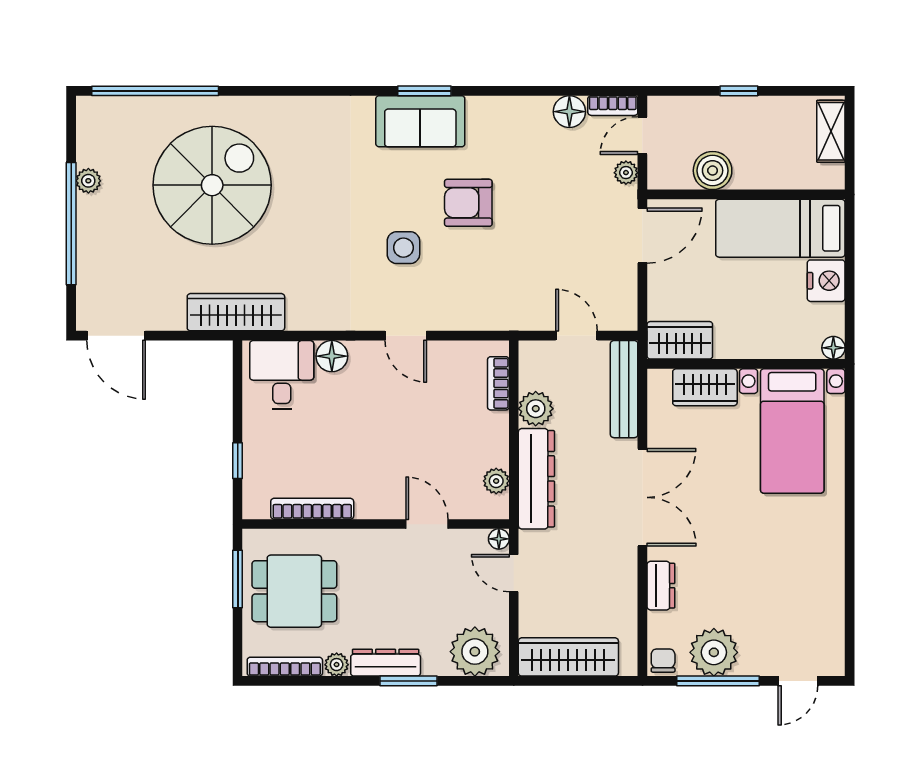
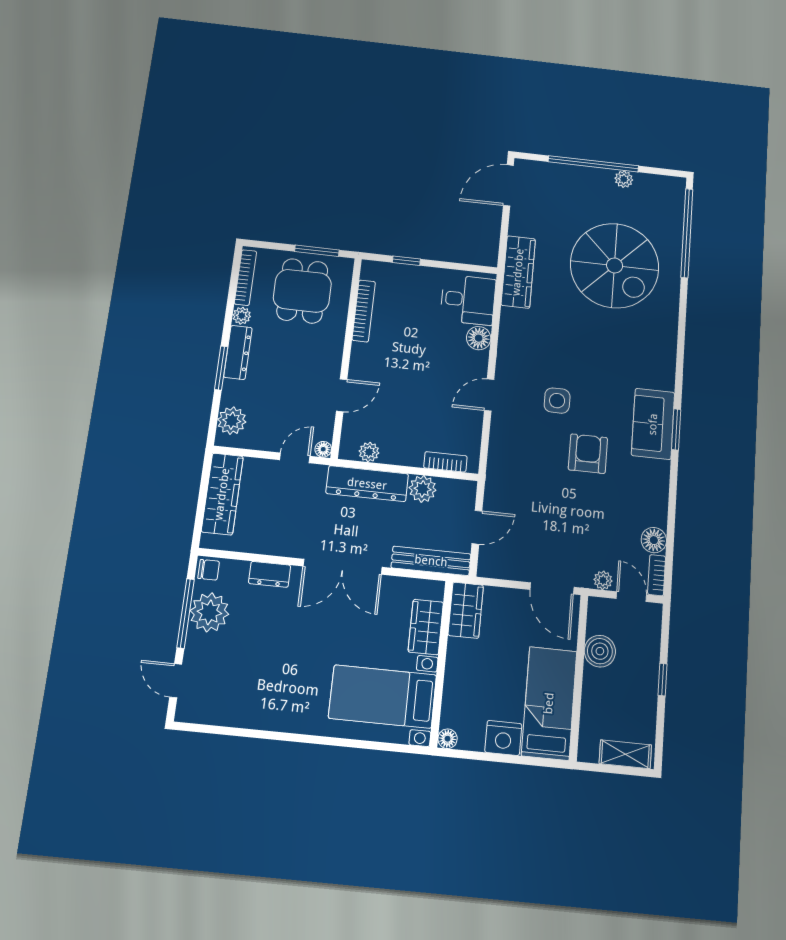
plant: (475, 652) -> (232, 421), width x0.73, depth x0.73

